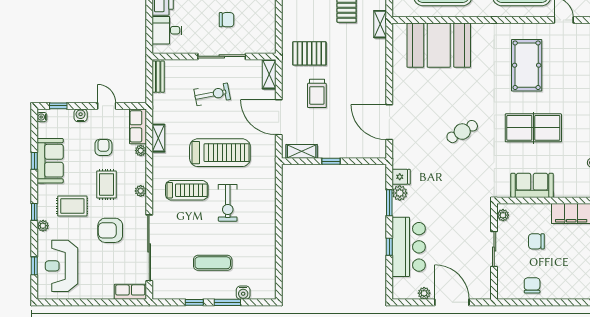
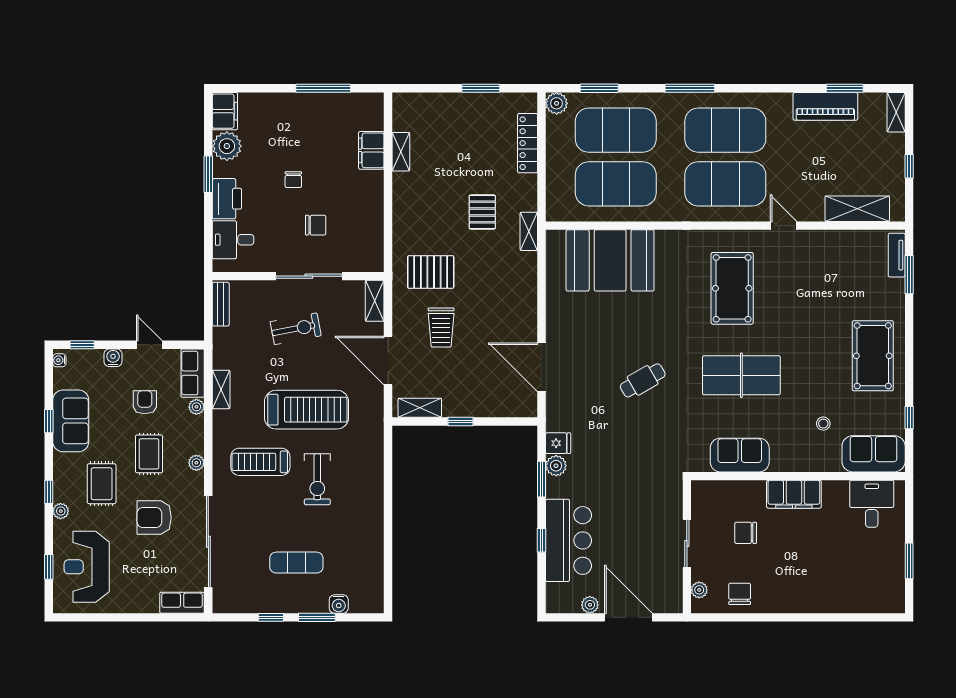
treadmill: (187, 190) -> (260, 462), turned 180
rug: (72, 206) -> (102, 484), turned 90
plant: (503, 215) -> (699, 590), moved

